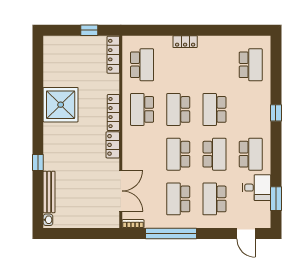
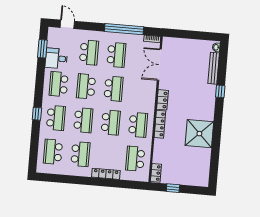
locker: (185, 42) -> (106, 174), width x1.53
locker: (113, 55) -> (156, 173), width x0.66
school desk: (214, 65) -> (80, 154), added
school desk: (251, 109) -> (56, 118), added

